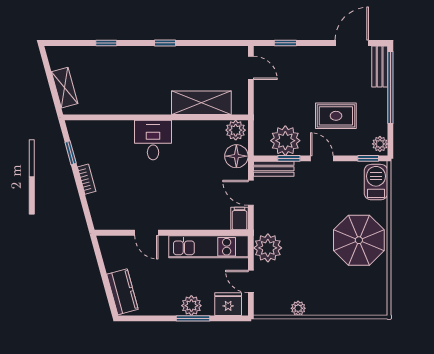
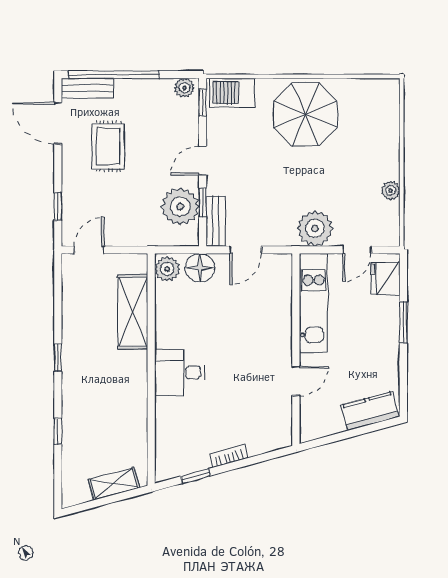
rug: (336, 116) -> (108, 146), moved
filing cabinet: (240, 219) -> (278, 264), removed
plant: (191, 306) -> (387, 324), removed

